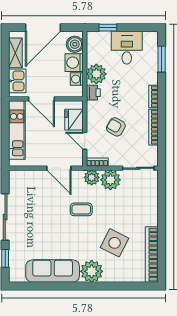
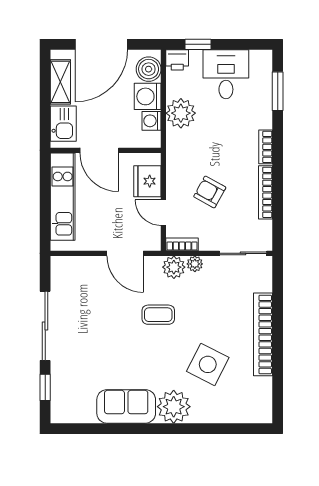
printer: (93, 93) -> (177, 60), moved, turned 90
plant: (110, 180) -> (195, 264), width x0.53, depth x0.53
bookcase: (152, 255) -> (263, 334), moved
sofa: (53, 271) -> (126, 406), width x0.73

